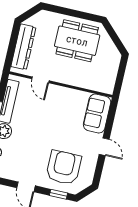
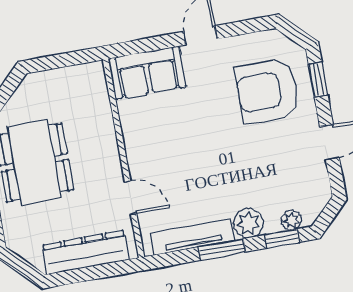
door: (40, 80) -> (131, 198), hinge flipped

